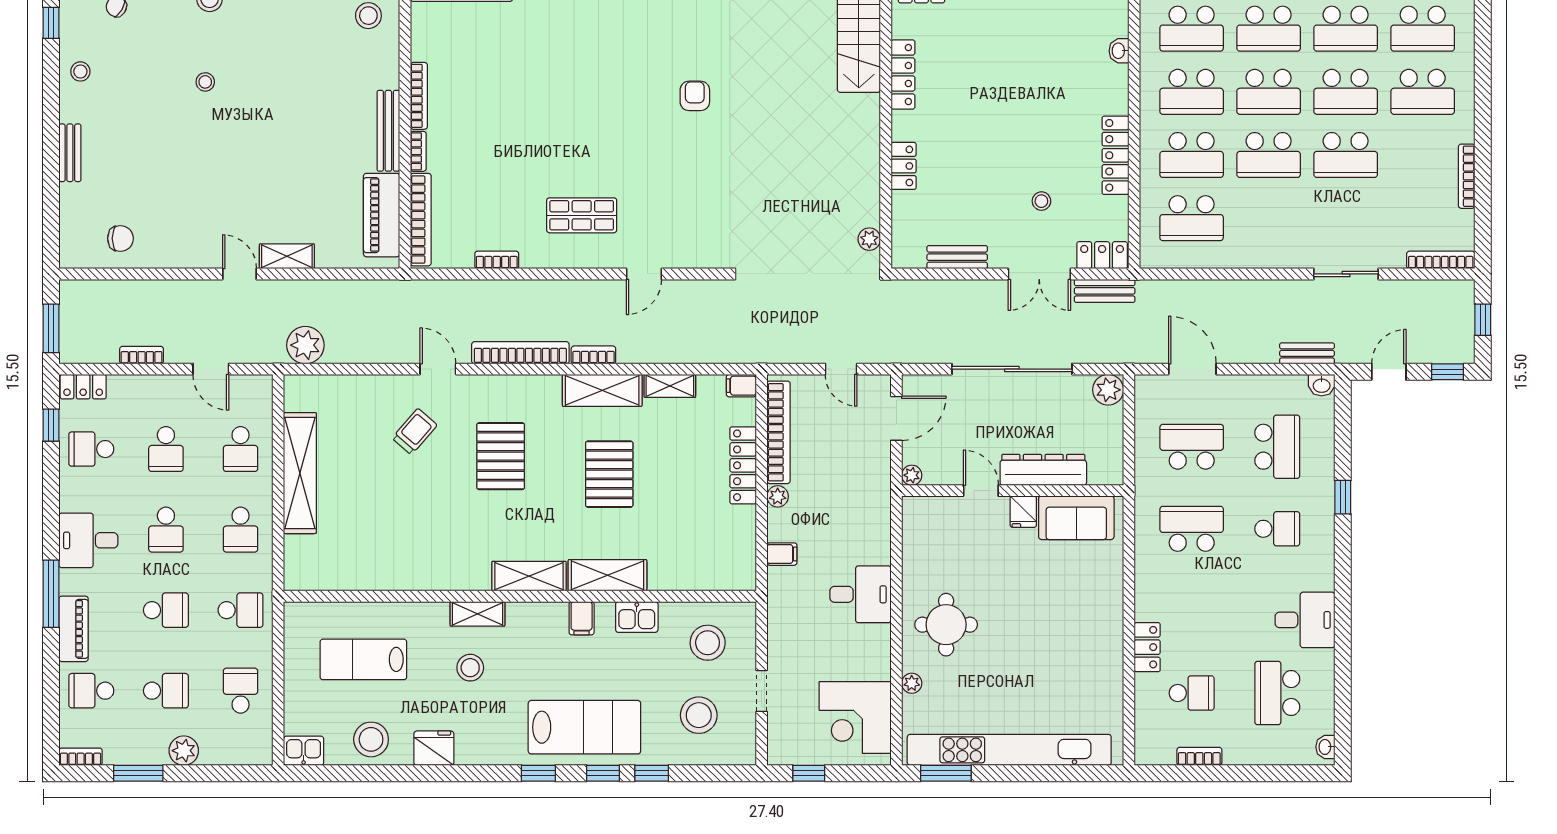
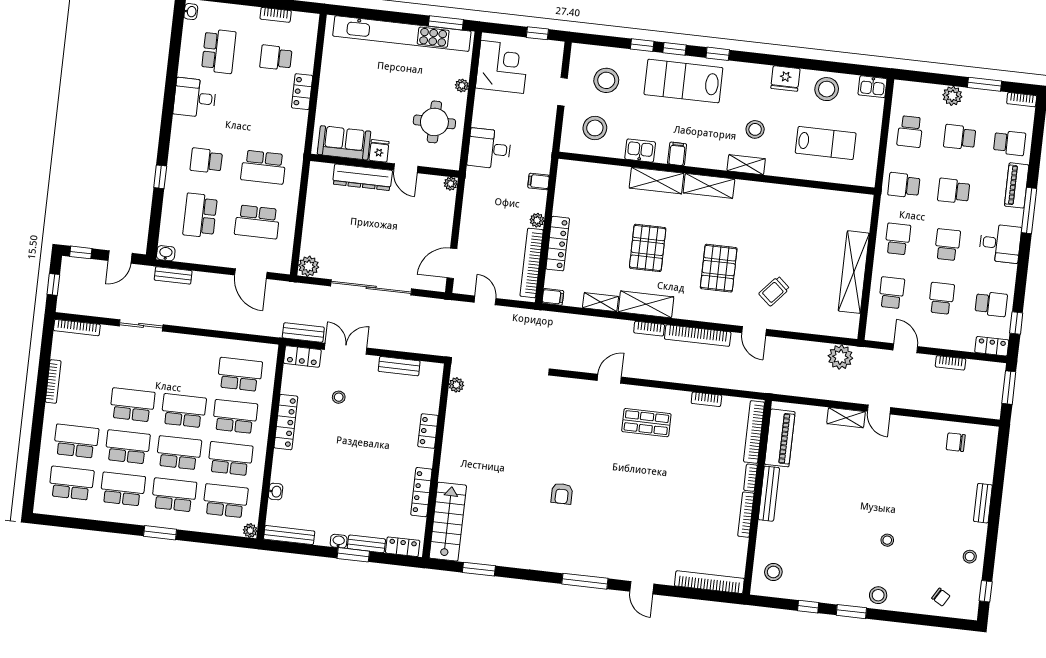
dresser: (1043, 470) -> (362, 177), moved
plant: (912, 475) -> (451, 184), moved
door: (981, 491) -> (406, 168), moved
wall: (1013, 491) -> (385, 166), moved
fridge: (1023, 512) -> (379, 151), moved
sofa: (1076, 518) -> (344, 143), moved

